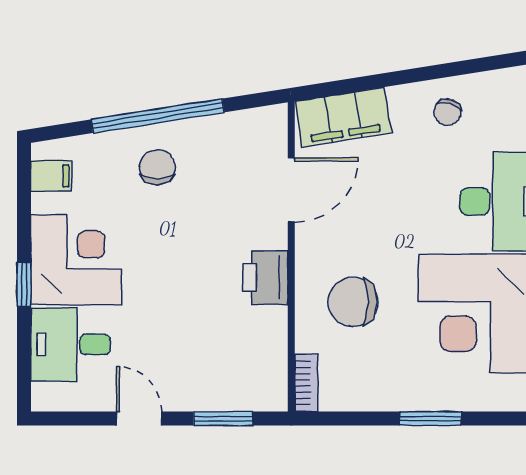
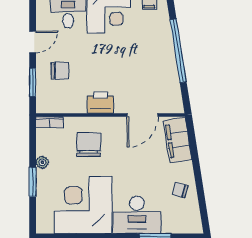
chair: (157, 167) -> (60, 71), moved
door: (291, 190) -> (143, 115), hinge flipped
plant: (390, 398) -> (42, 162), added

